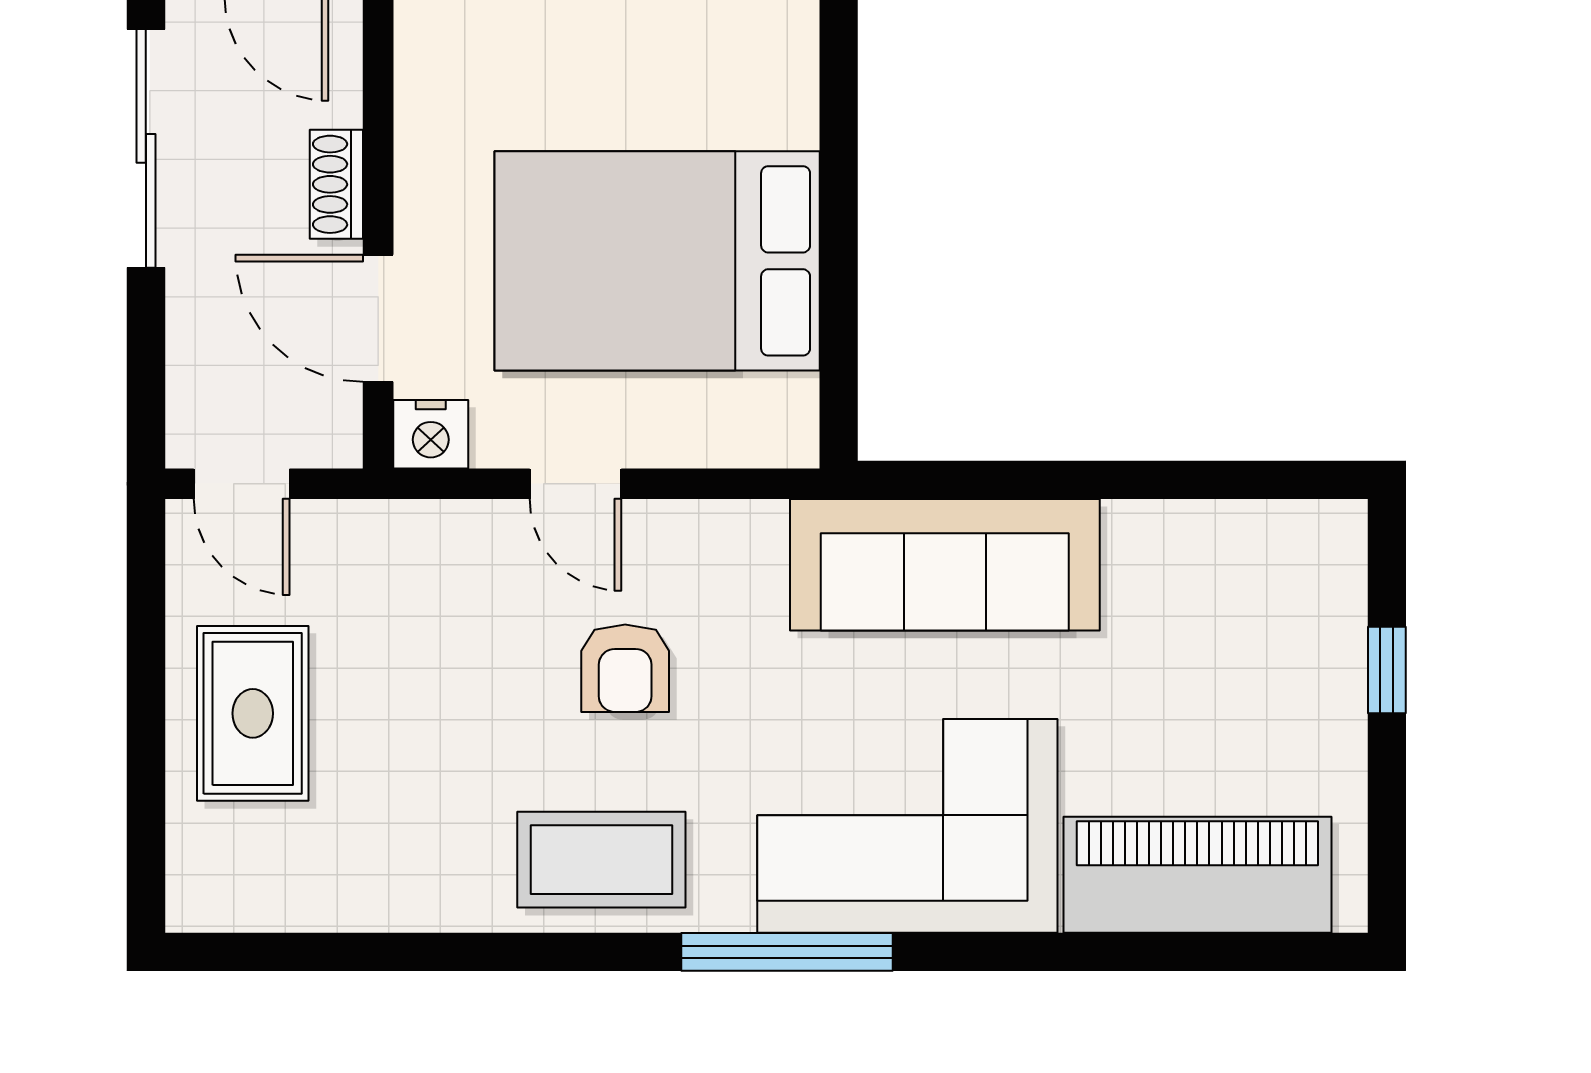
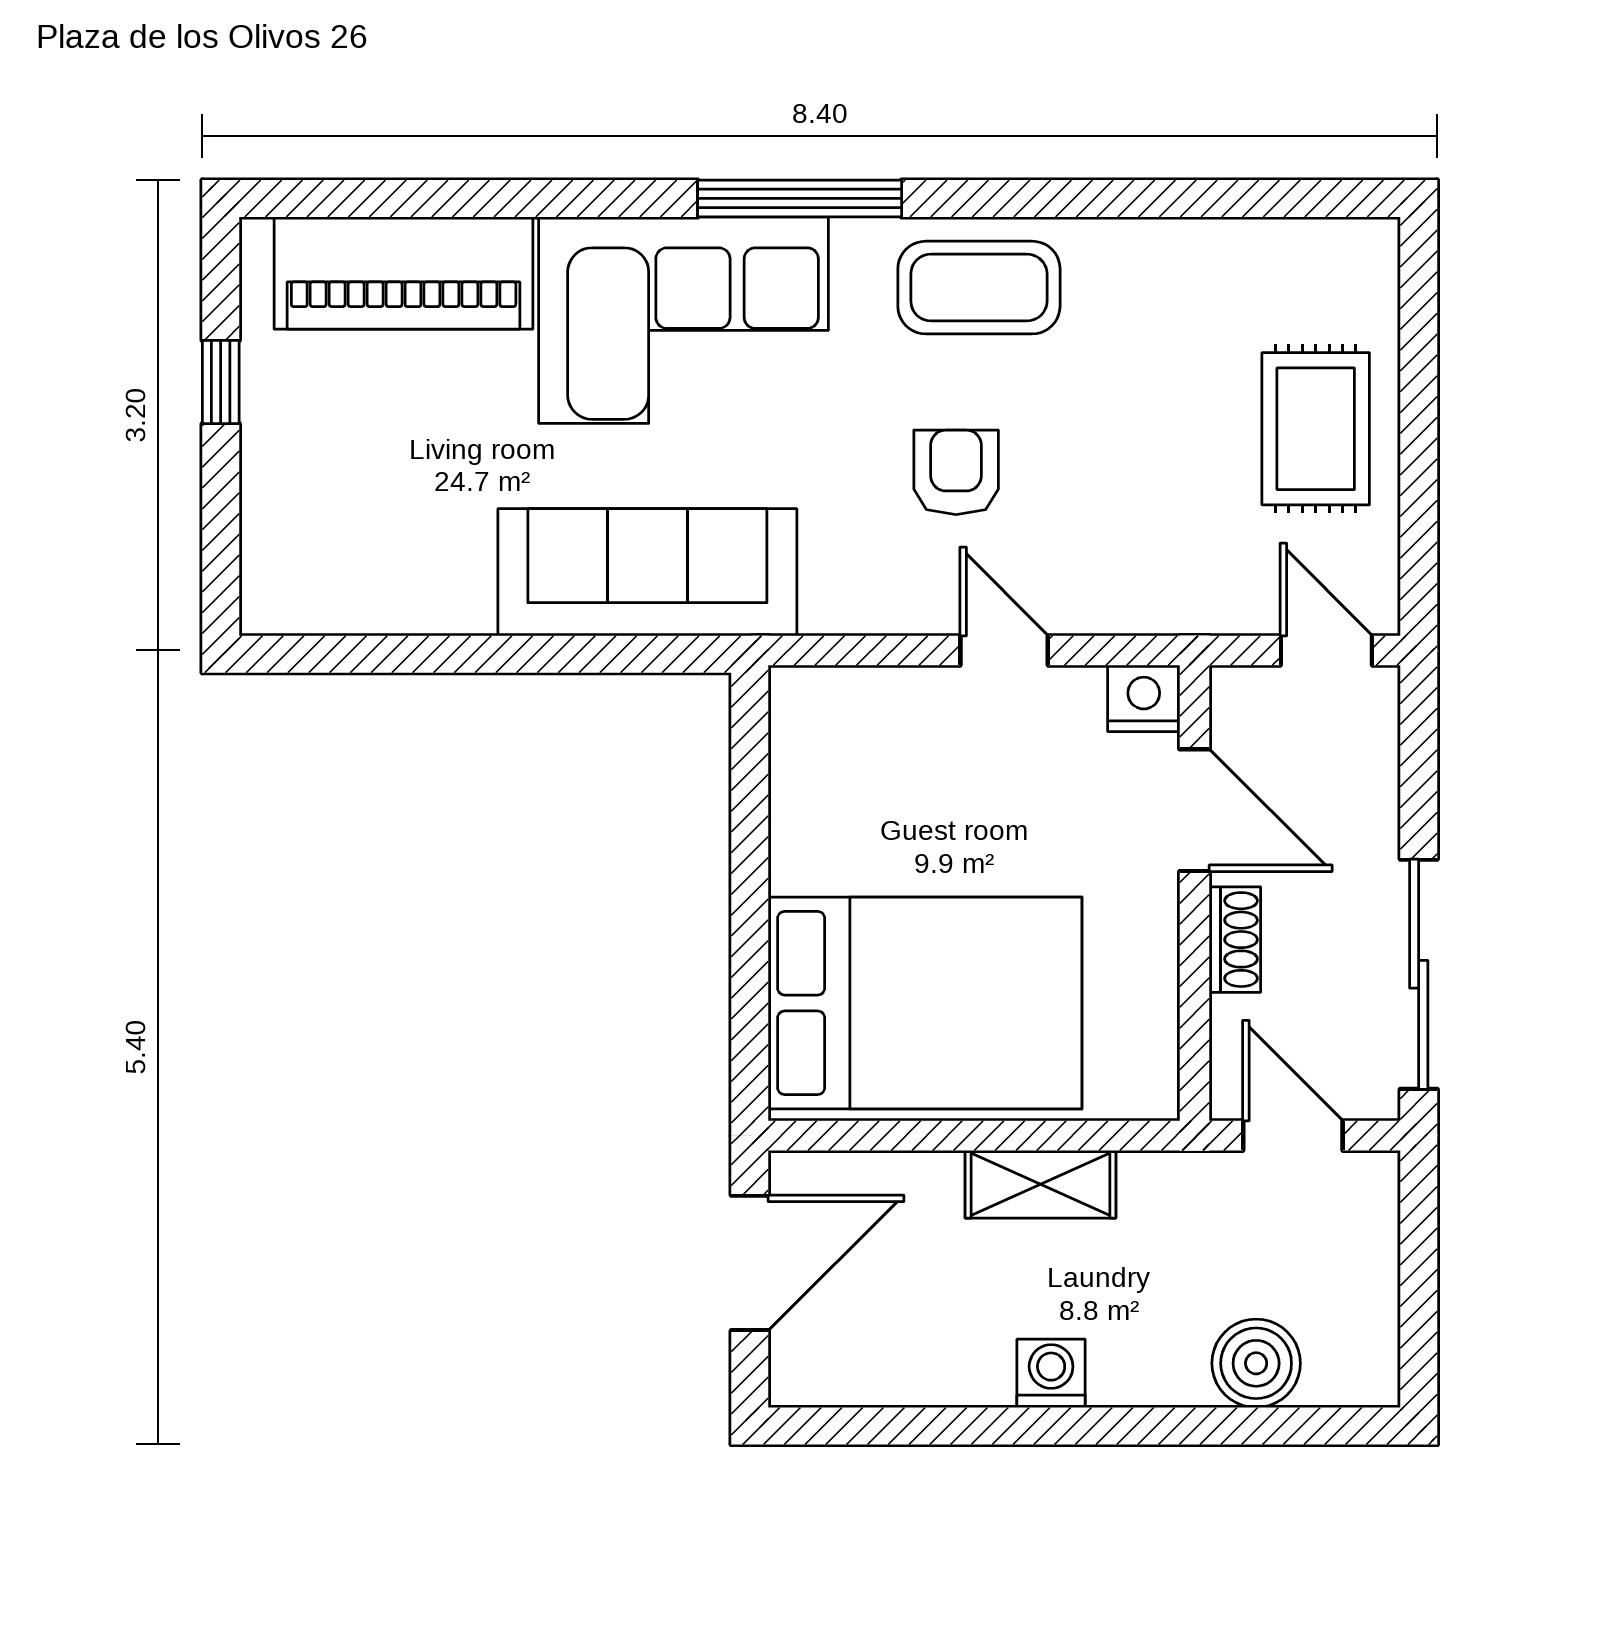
bed: (657, 261) -> (925, 1003), moved
window: (1387, 670) -> (221, 382), moved

